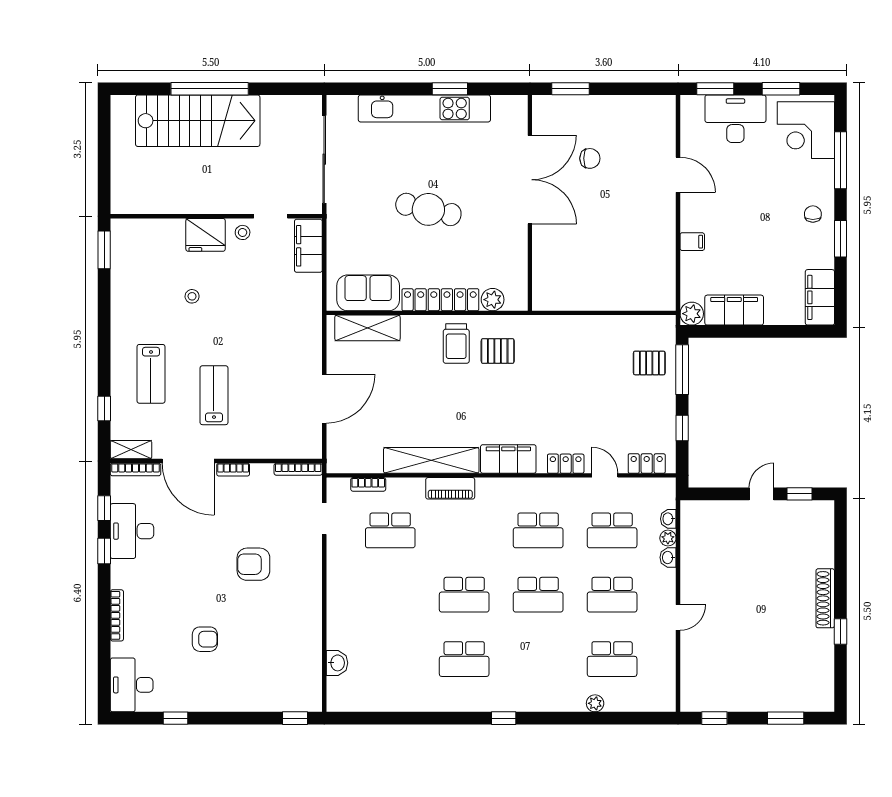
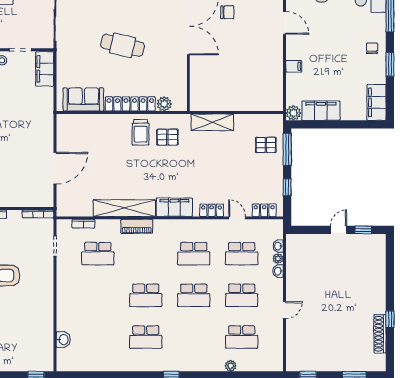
shelving: (367, 328) -> (212, 122), moved
shoe rack: (825, 598) -> (380, 334), moved

